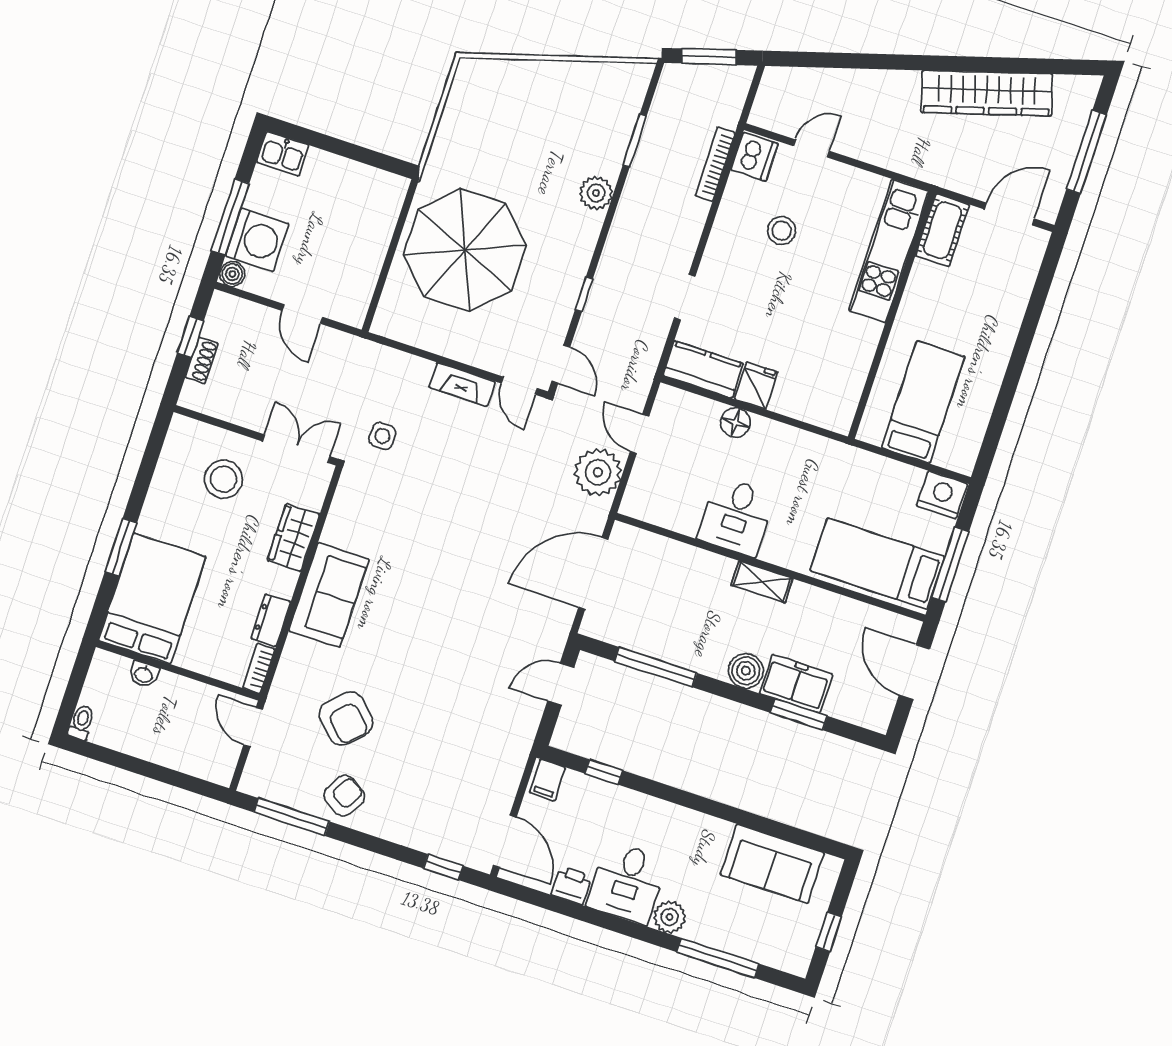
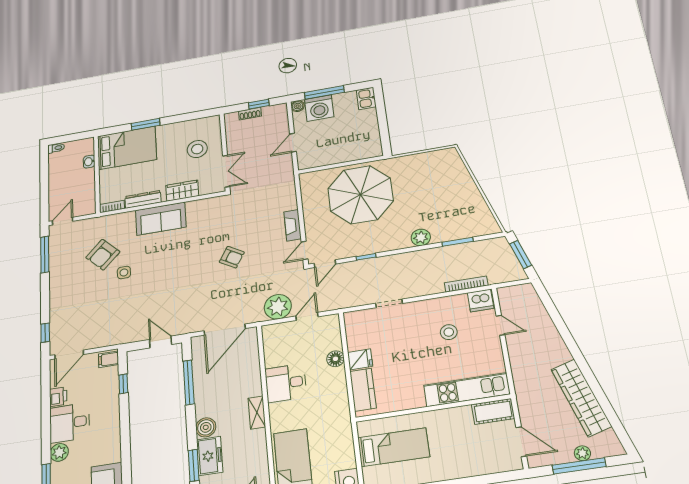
plant: (1070, 137) -> (582, 453), added
kitchen counter: (703, 369) -> (363, 390), moved
side table: (382, 436) -> (124, 273), moved
door: (593, 573) -> (225, 330), swing flipped
dresser: (271, 620) -> (143, 199), width x1.44
door: (253, 727) -> (63, 221), moved
armchair: (344, 796) -> (232, 257), moved

